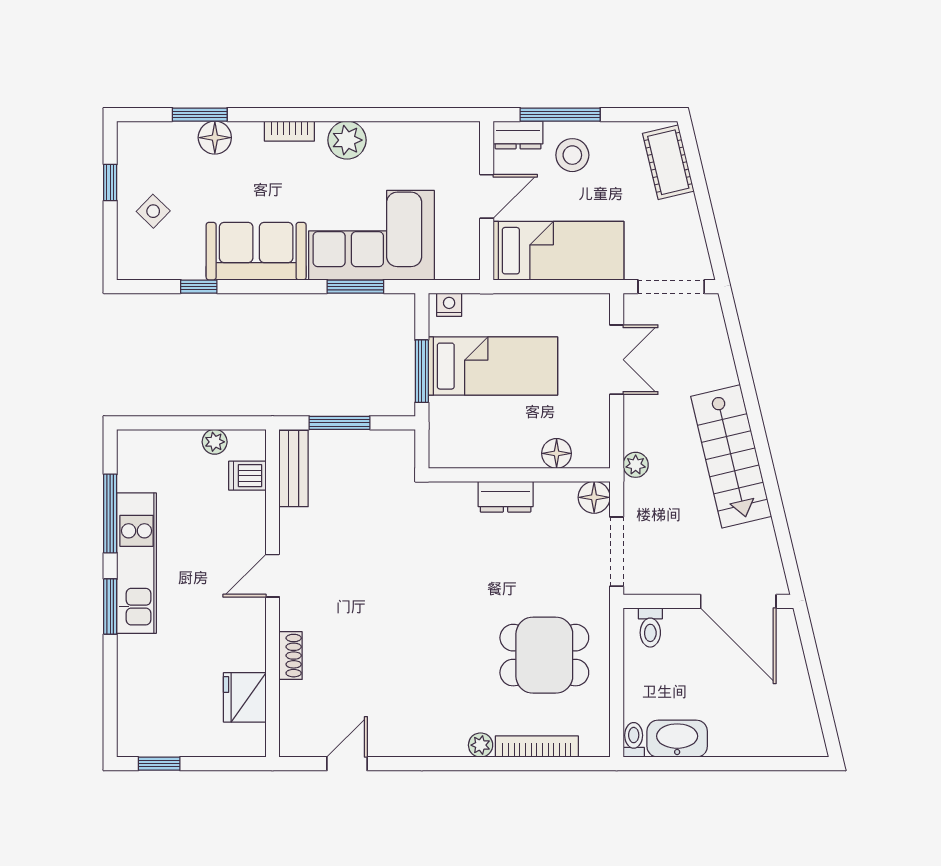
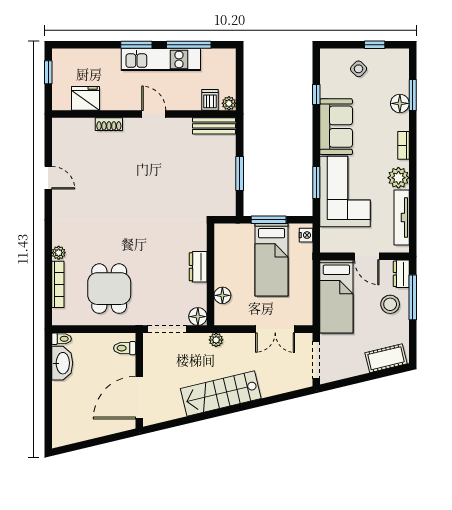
tv unit: (418, 134) -> (402, 218), added
bench: (294, 469) -> (214, 126), moved
dishwasher: (247, 476) -> (210, 100), moved
door: (273, 576) -> (154, 114), moved
wall: (273, 593) -> (144, 114), moved
shoe rack: (291, 656) -> (109, 124), moved
fridge: (245, 697) -> (85, 98), moved

